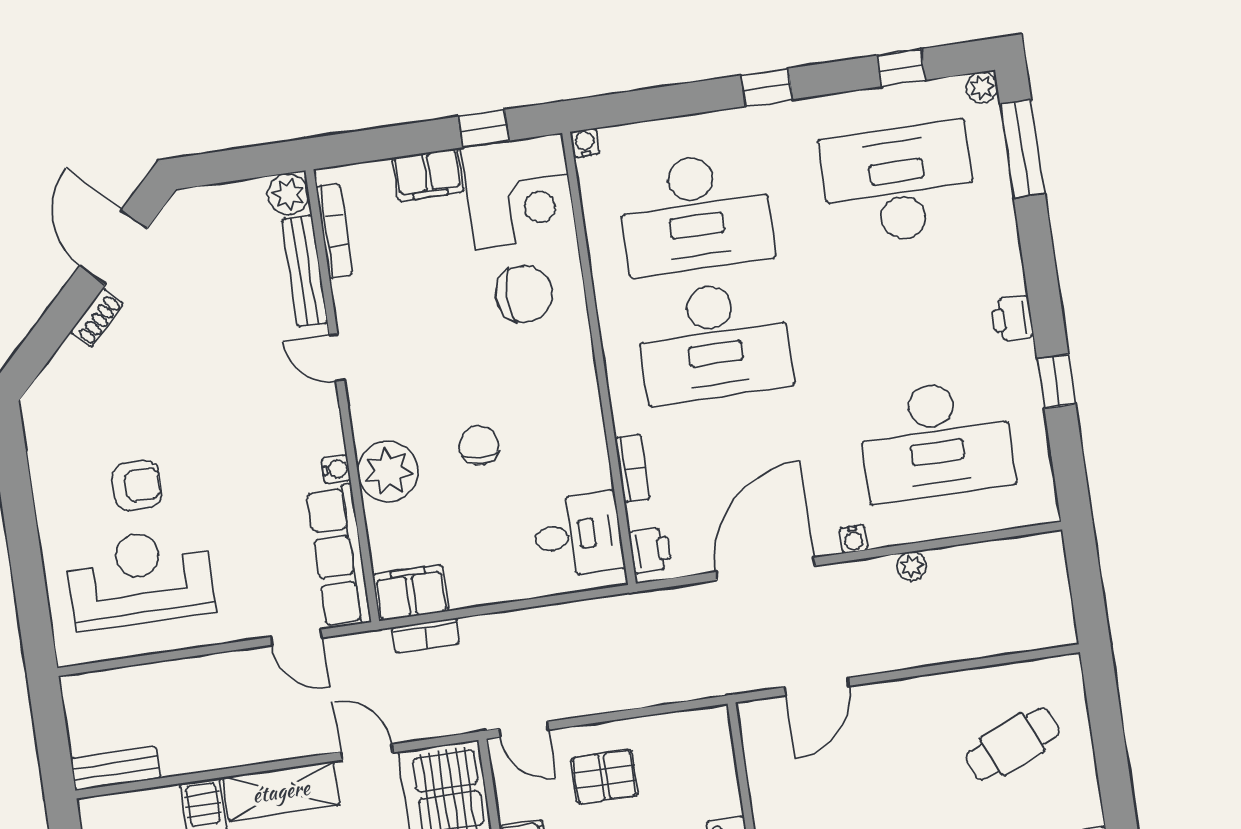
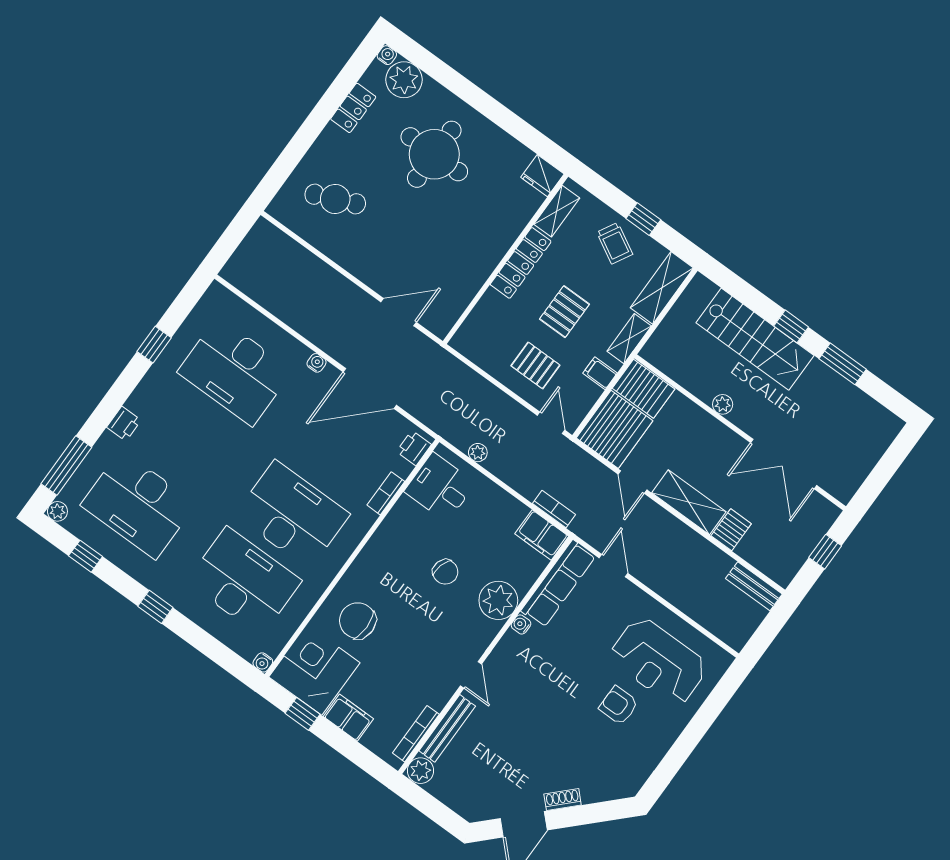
printer: (1012, 318) -> (124, 424), moved
desk: (936, 440) -> (235, 371), turned 180
chair: (479, 445) -> (445, 572), turned -74
plant: (912, 566) -> (478, 453), moved

